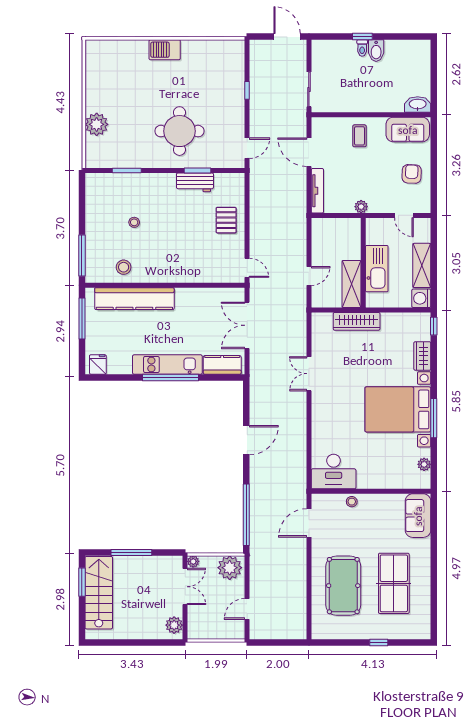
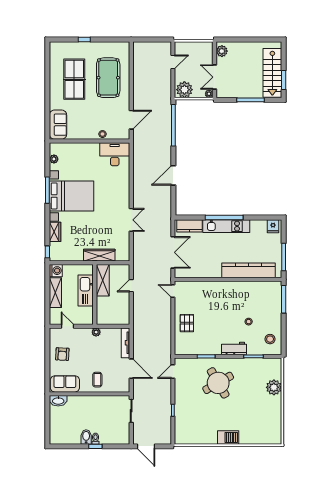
round table: (179, 131) -> (218, 383), turned -30
workbench: (195, 182) -> (234, 348), moved
stool: (124, 267) -> (270, 339), moved

